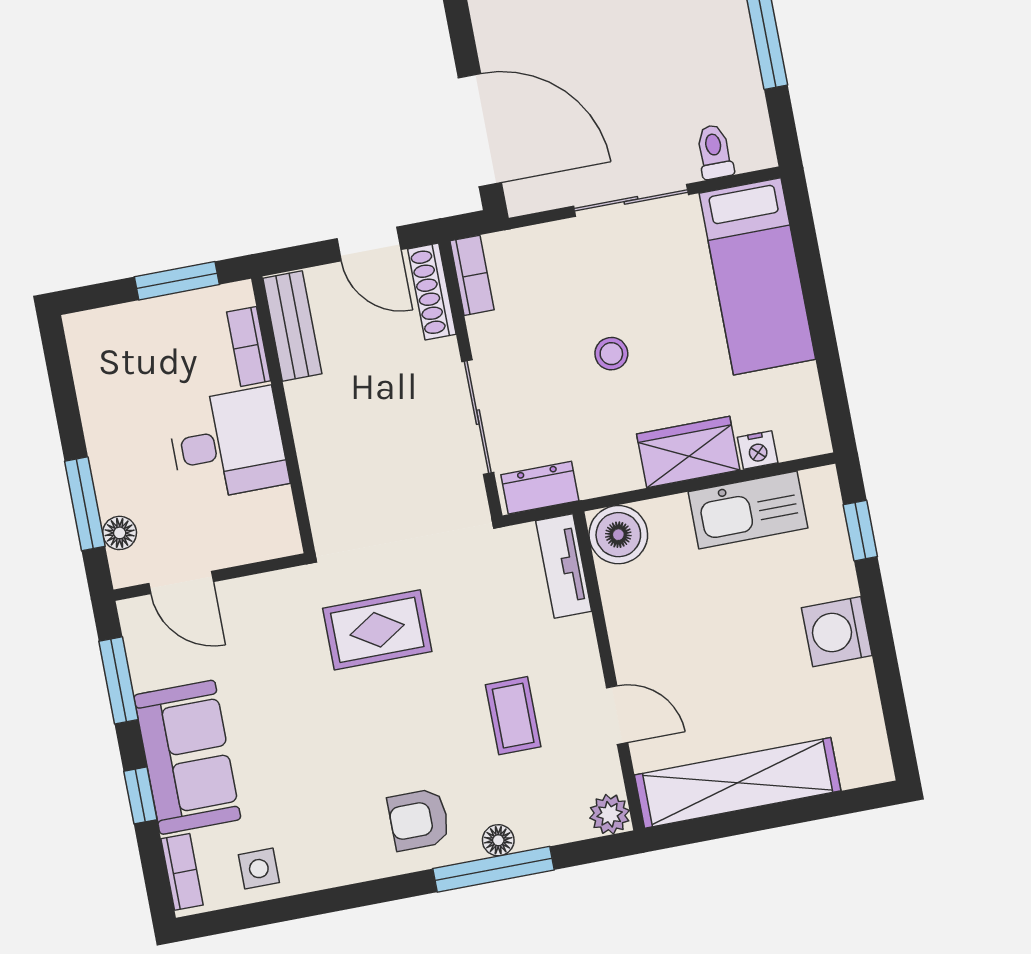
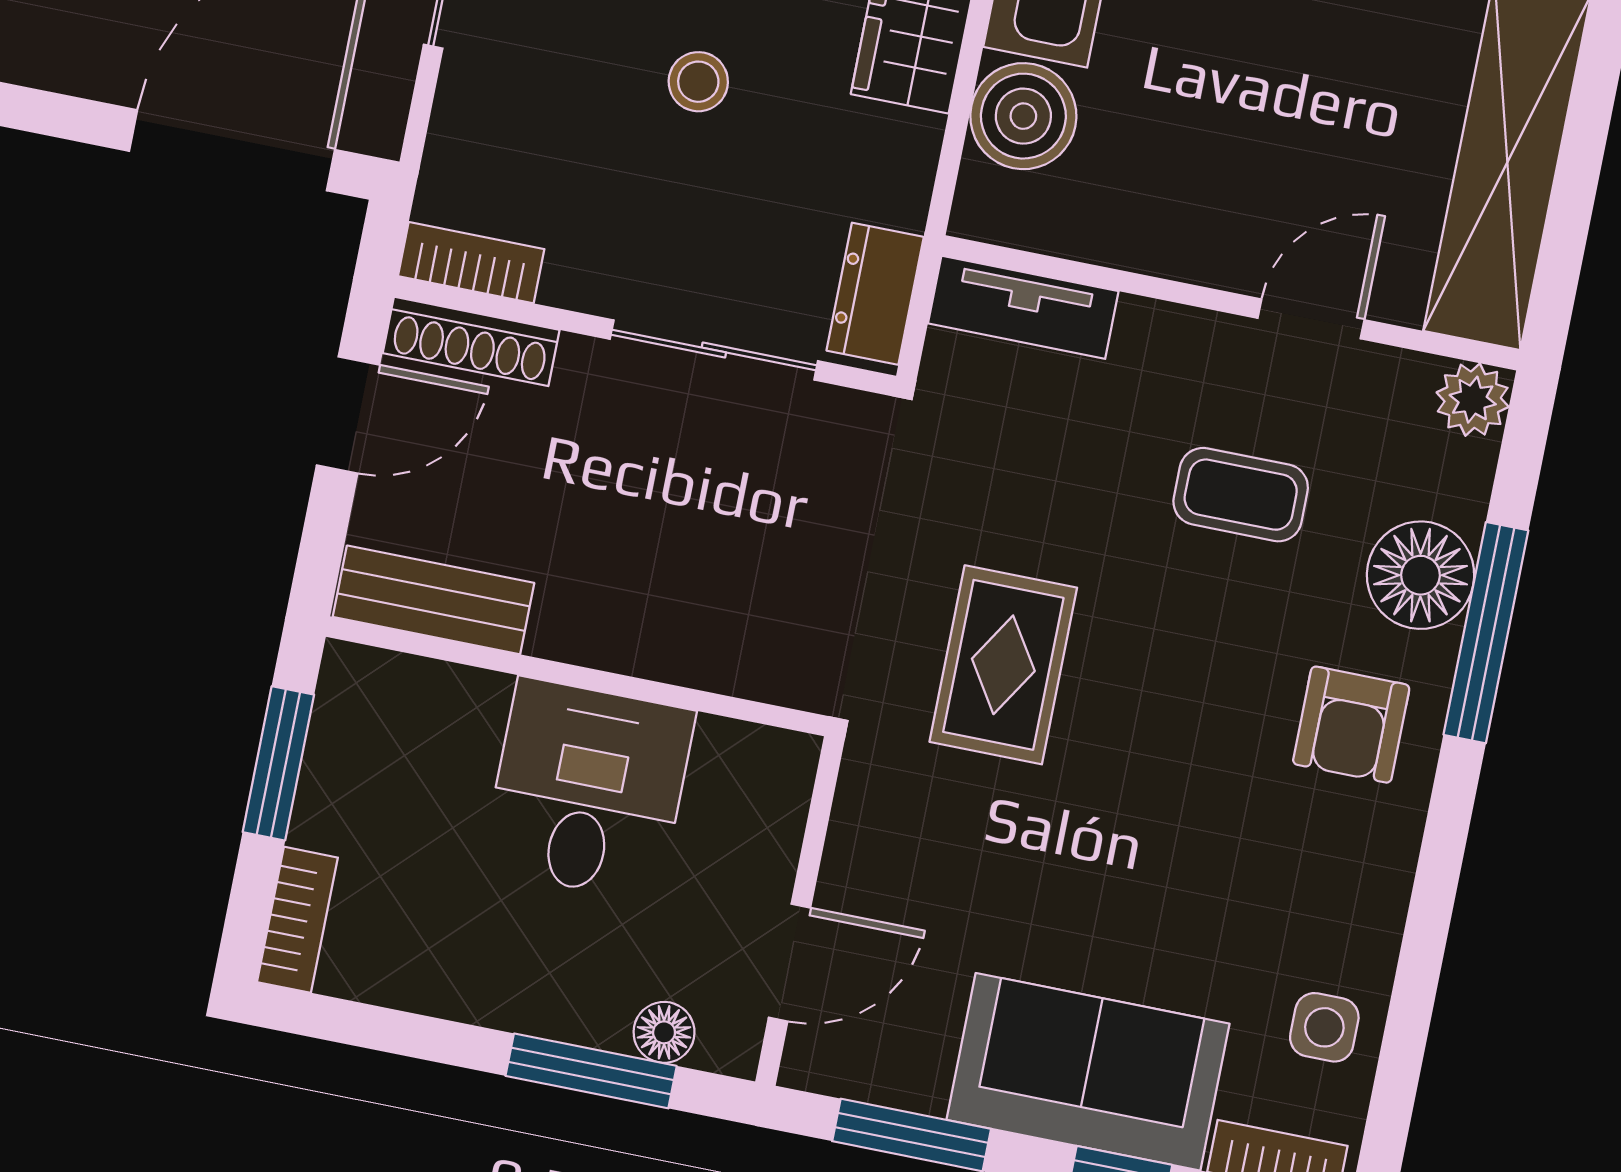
bookcase: (249, 346) -> (297, 920), moved, turned -90
boiler: (618, 535) -> (1023, 116), moved
floor lamp: (498, 840) -> (1421, 575), width x1.89, depth x1.89

